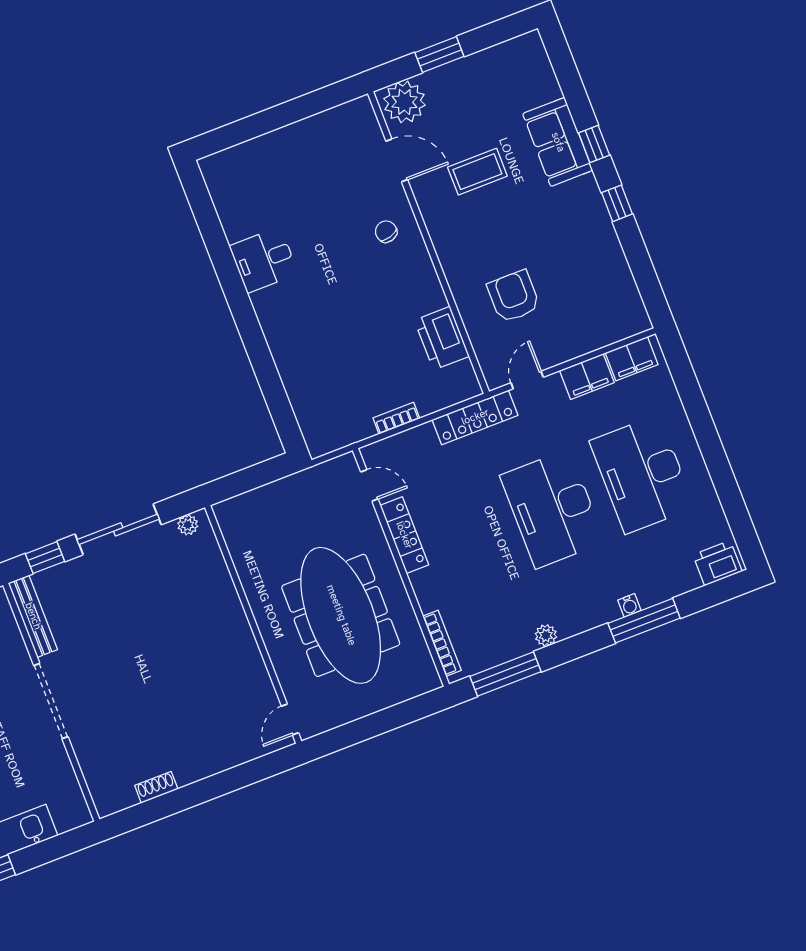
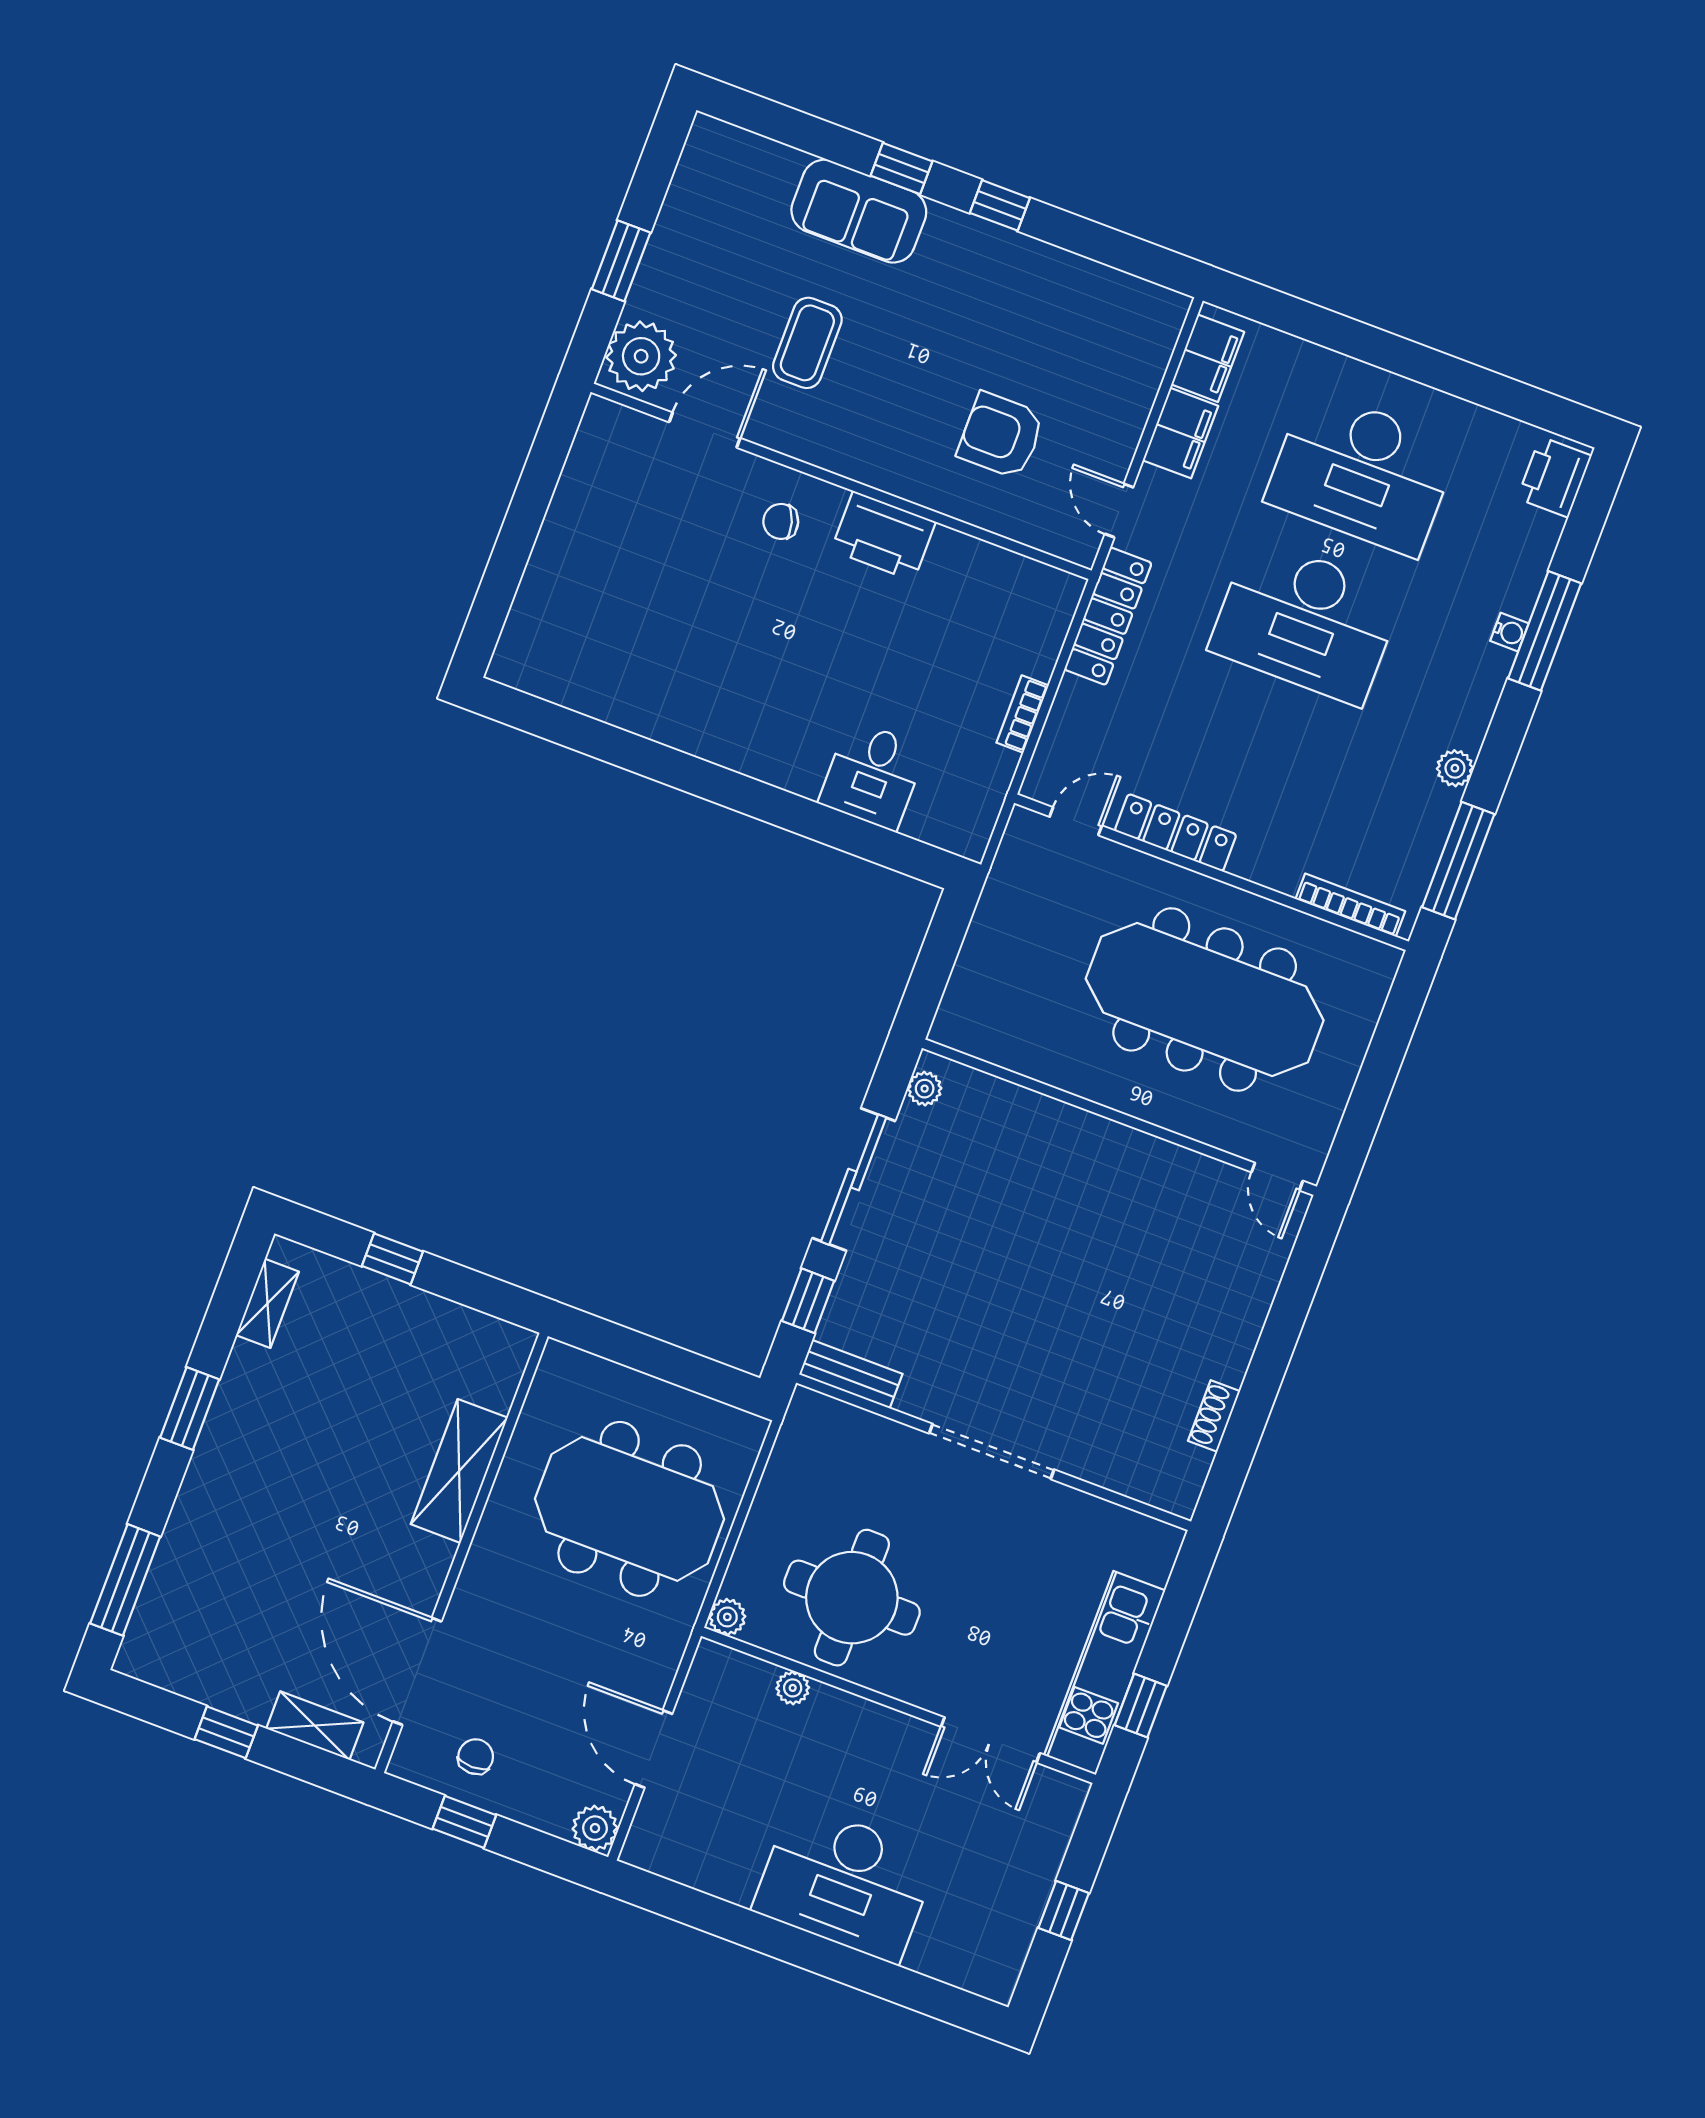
desk: (264, 260) -> (873, 775), moved
printer: (442, 338) -> (883, 536), moved
bench: (33, 616) -> (851, 1374), width x0.73

